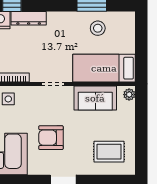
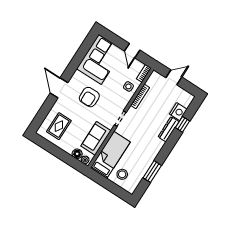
stool: (98, 28) -> (122, 174), moved
floor lamp: (128, 109) -> (77, 154), added
armchair: (51, 138) -> (89, 97), turned 180

